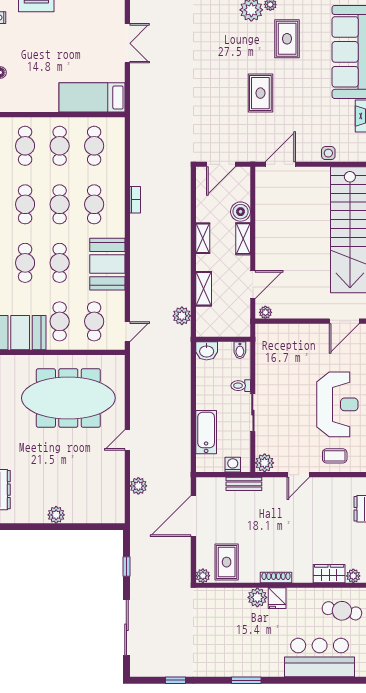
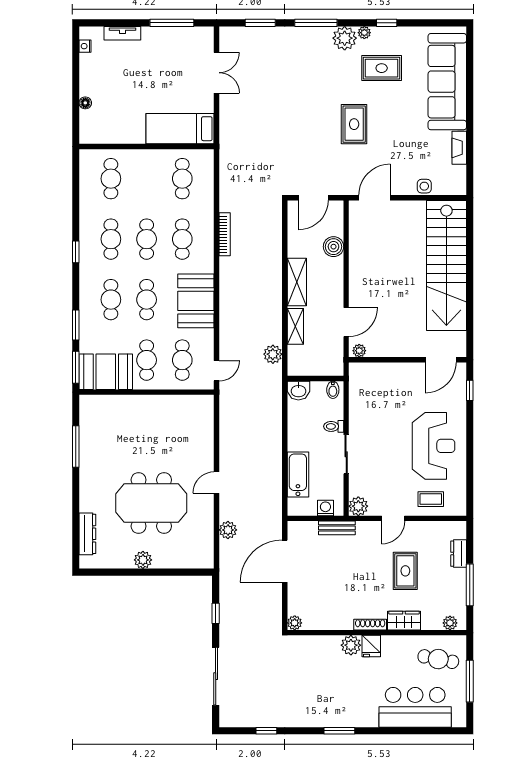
rug: (287, 39) -> (382, 68), turned 90
cafe table: (60, 146) -> (147, 179), removed
bookcase: (135, 200) -> (225, 234), width x1.56
shelving: (203, 238) -> (297, 282), width x1.50, depth x1.33
shelving: (243, 239) -> (336, 275), removed
meeting table: (68, 398) -> (151, 503), moved, width x0.73
rug: (227, 562) -> (405, 571), moved
wardrobe: (329, 574) -> (404, 621), moved

